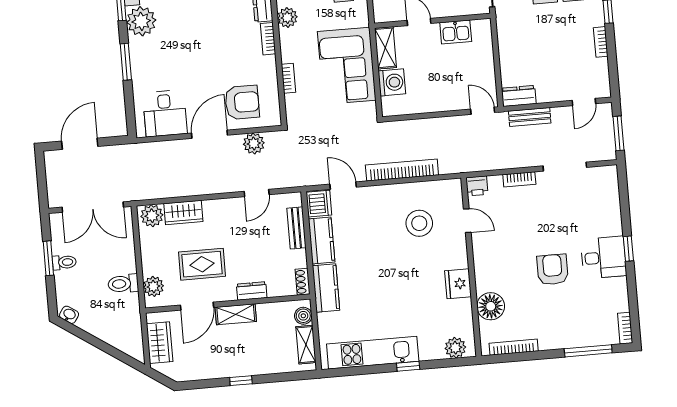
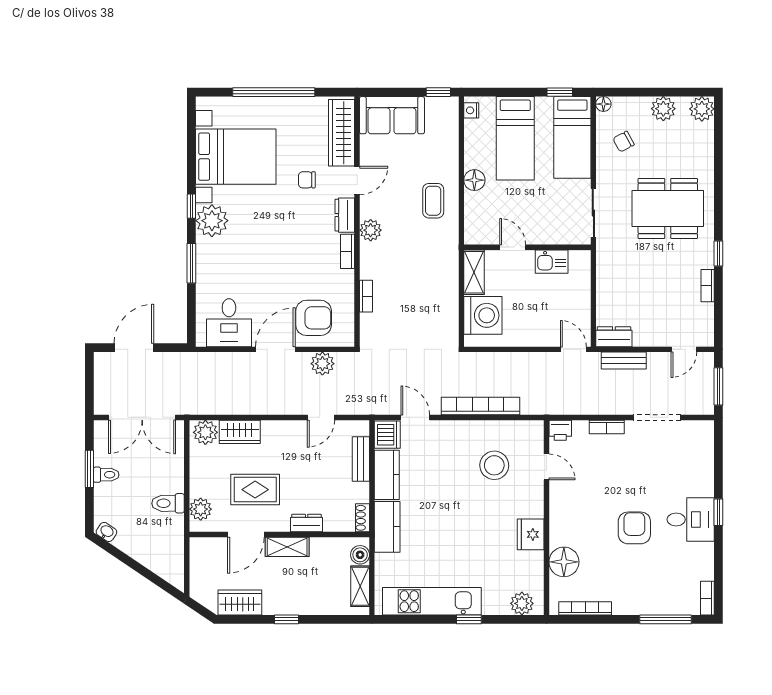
corner sofa: (347, 66) -> (430, 288), removed
washing machine: (392, 82) -> (483, 315), width x1.37, depth x1.37
wardrobe: (160, 343) -> (240, 602), moved, turned -90

